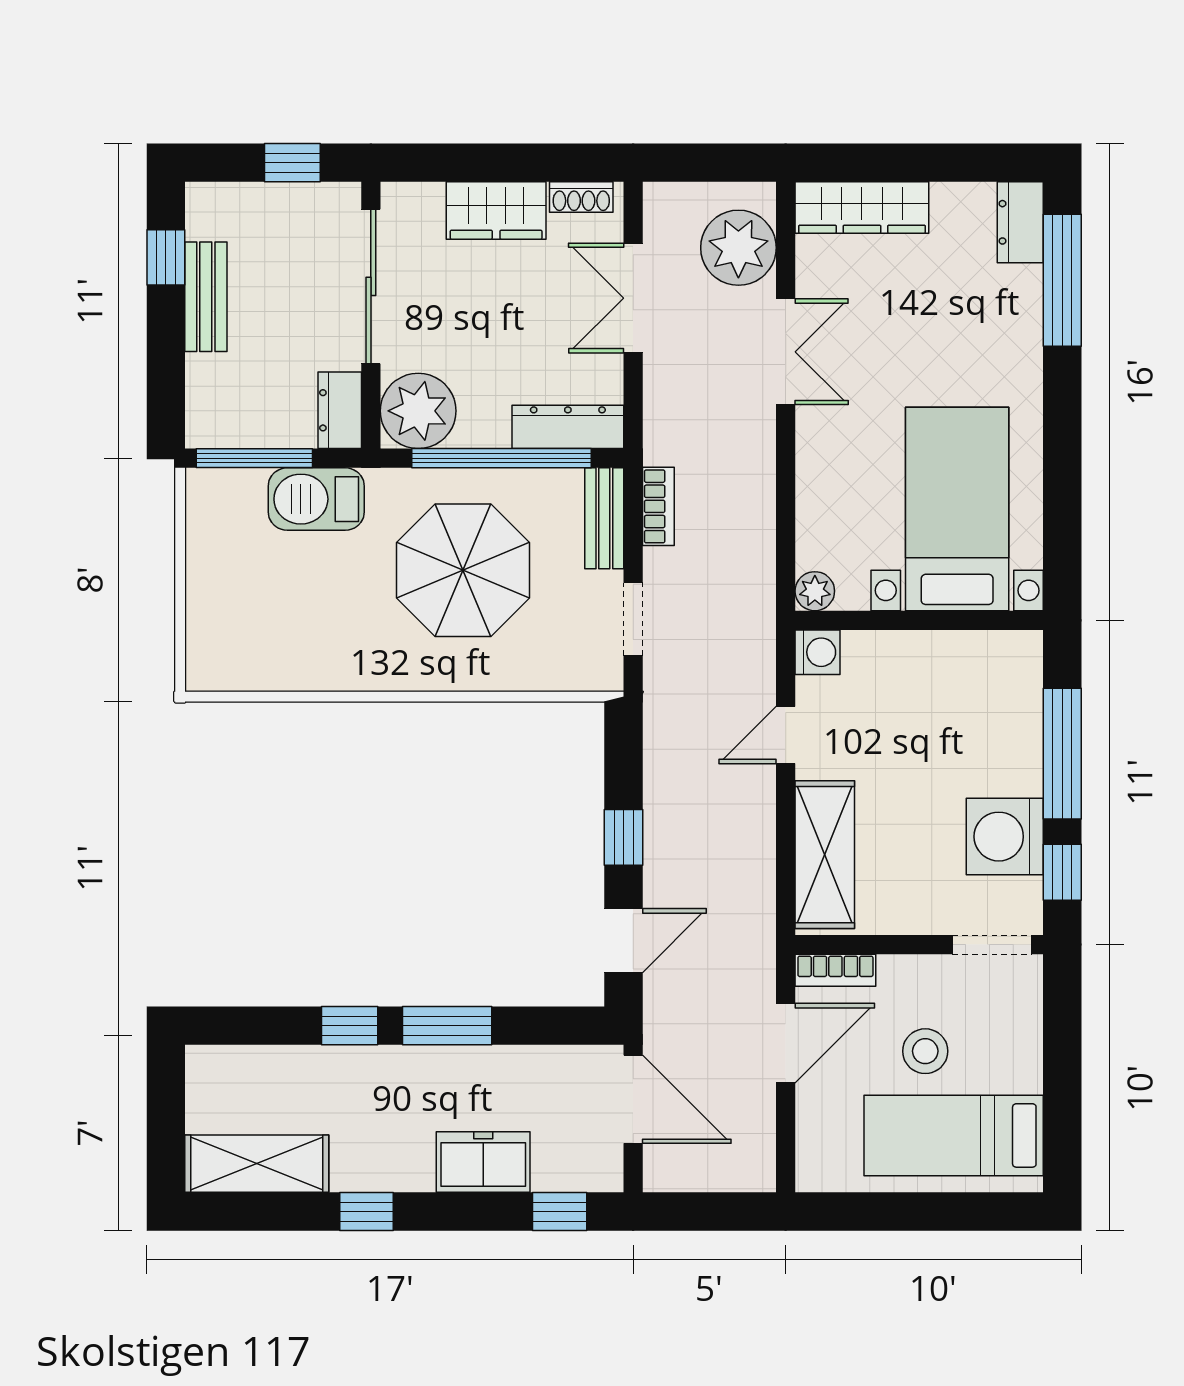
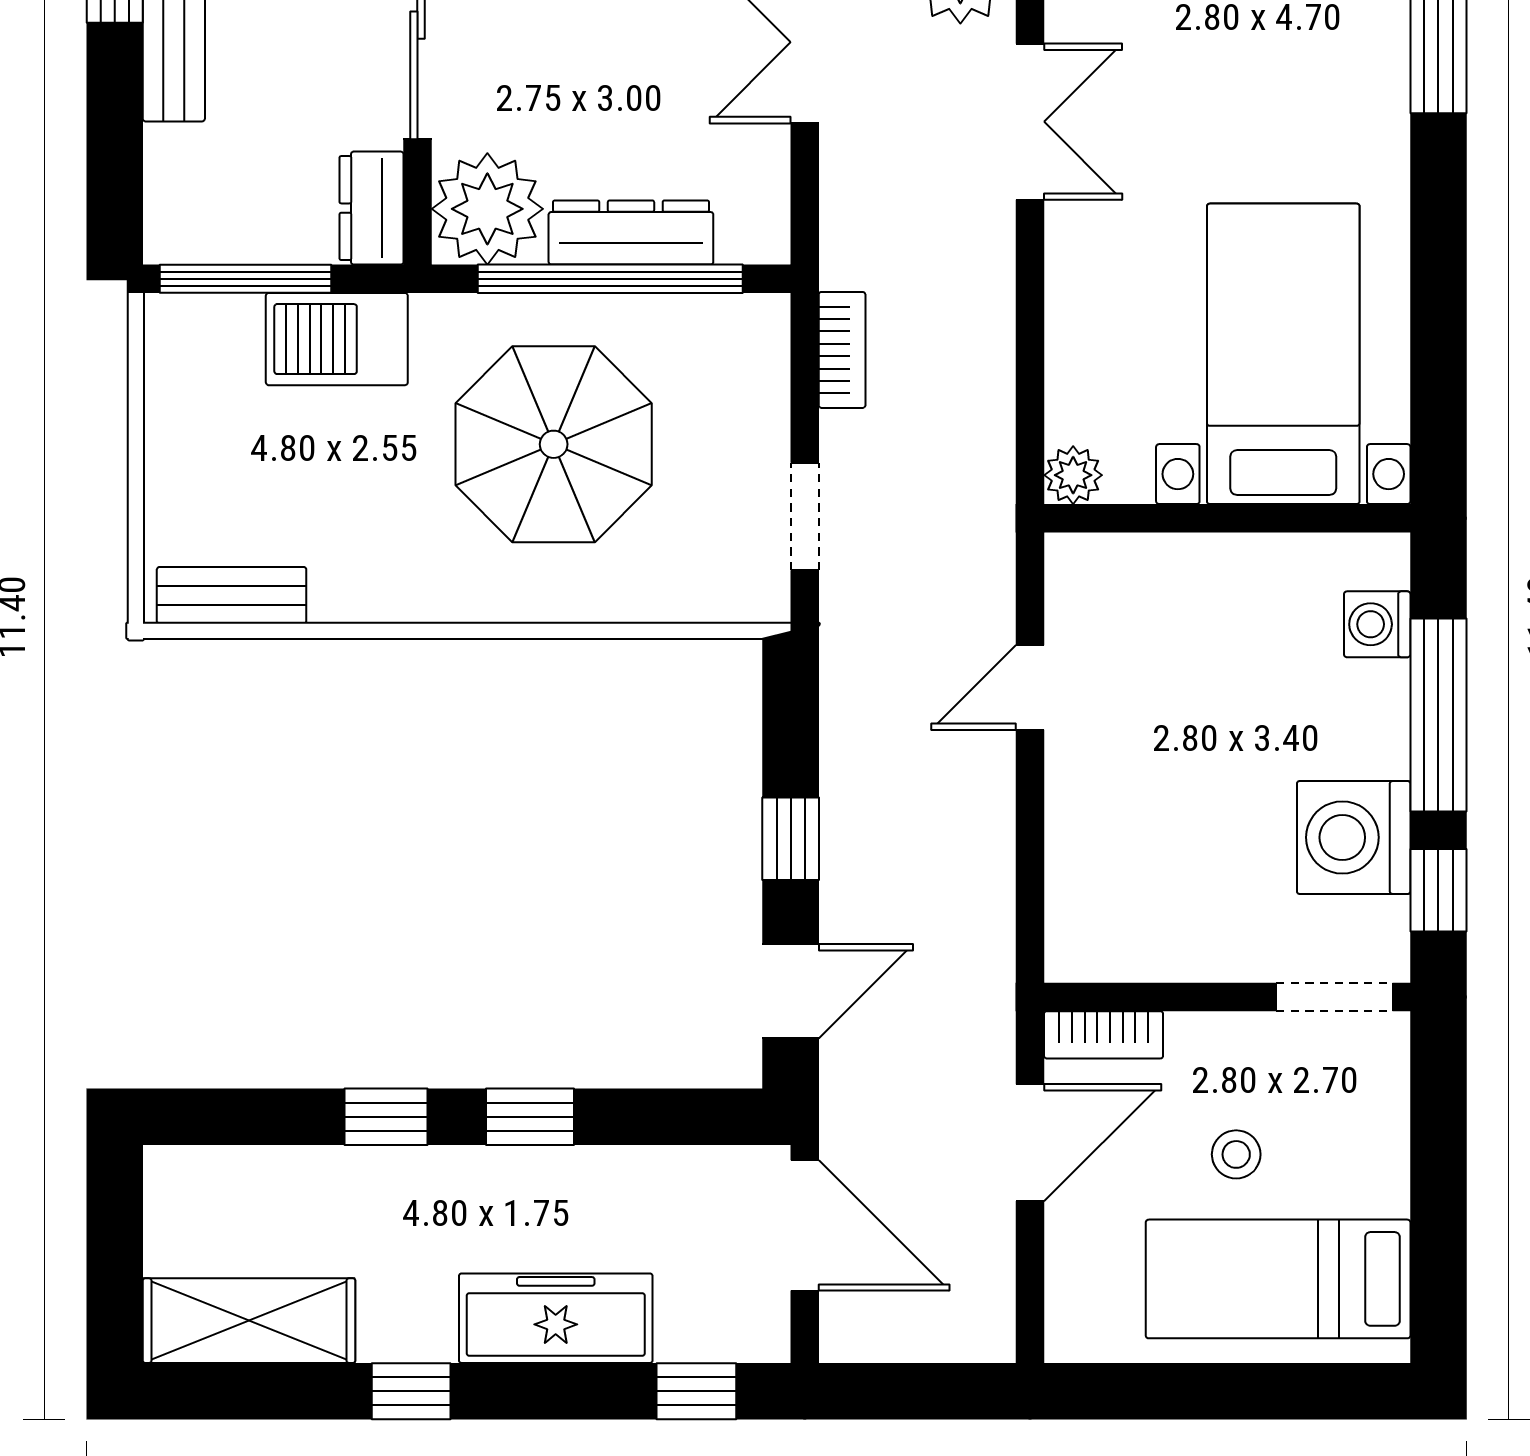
dresser: (568, 427) -> (631, 233), moved
bench: (604, 518) -> (232, 595), moved, turned 90
washing machine: (818, 652) -> (1377, 624), moved, turned 180
shelving: (825, 855) -> (1088, 864), removed
window: (447, 1026) -> (530, 1117), width x0.67
stool: (925, 1051) -> (1236, 1154), width x0.73, depth x0.73
freezer: (483, 1162) -> (556, 1318), width x1.40

